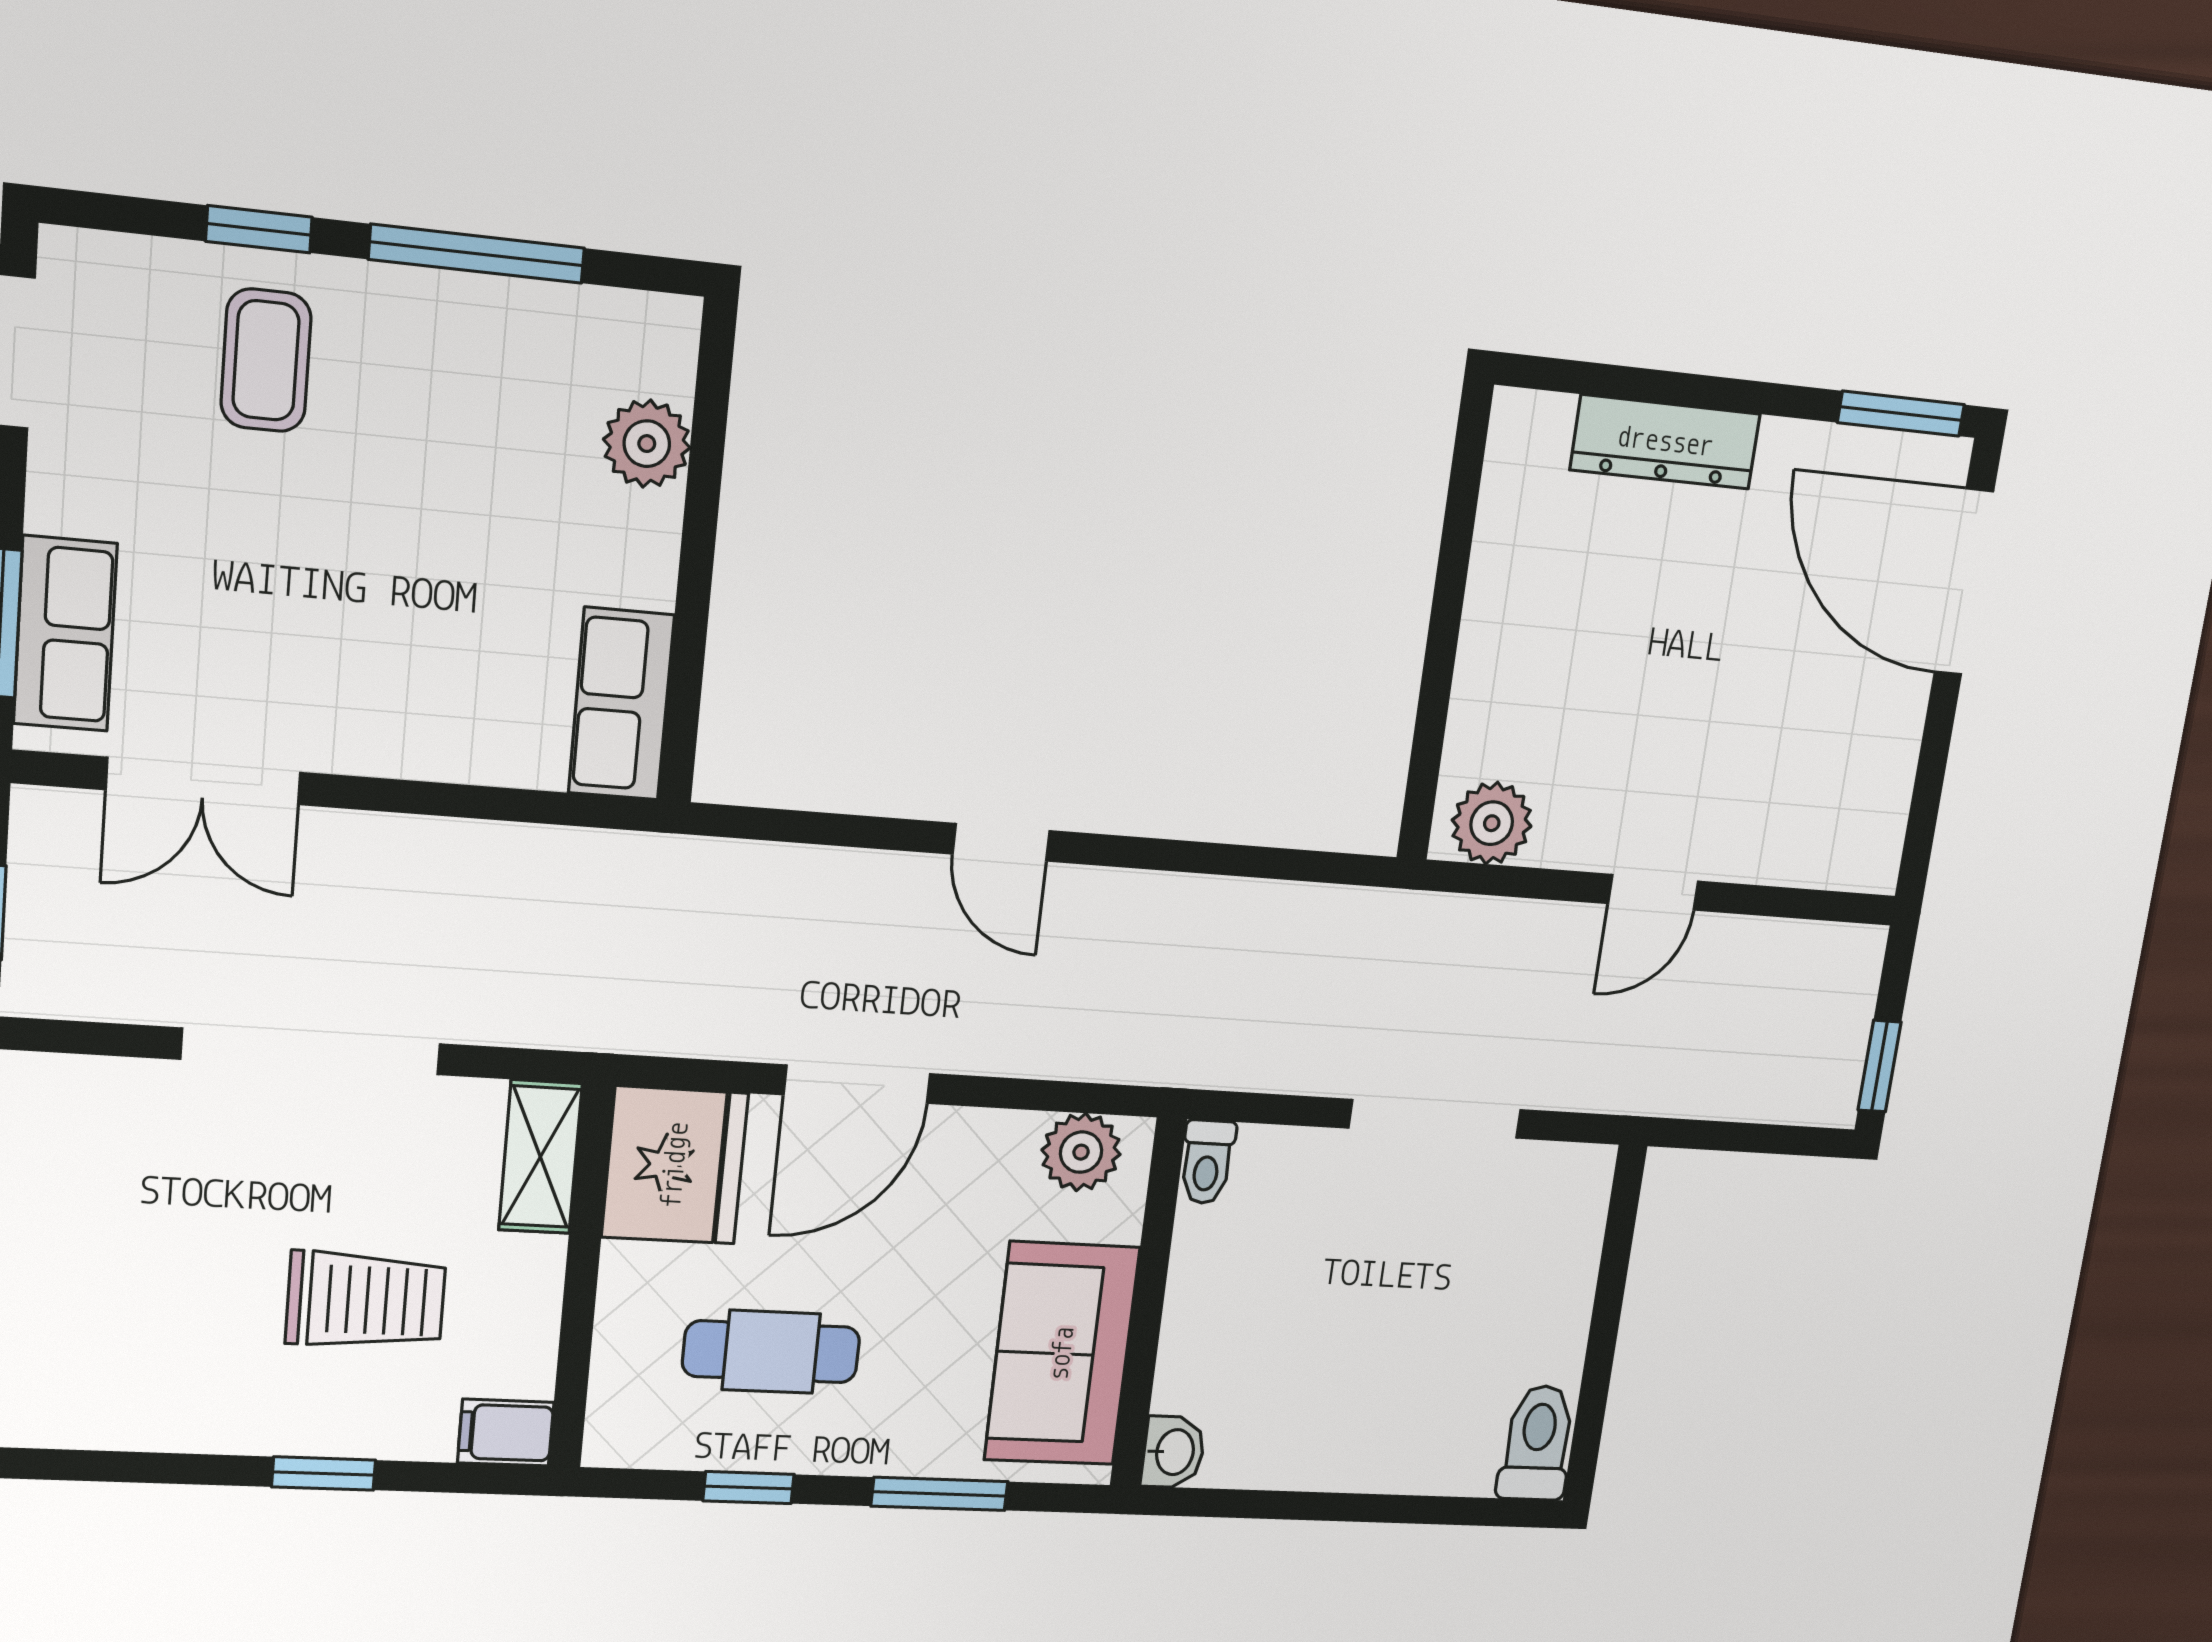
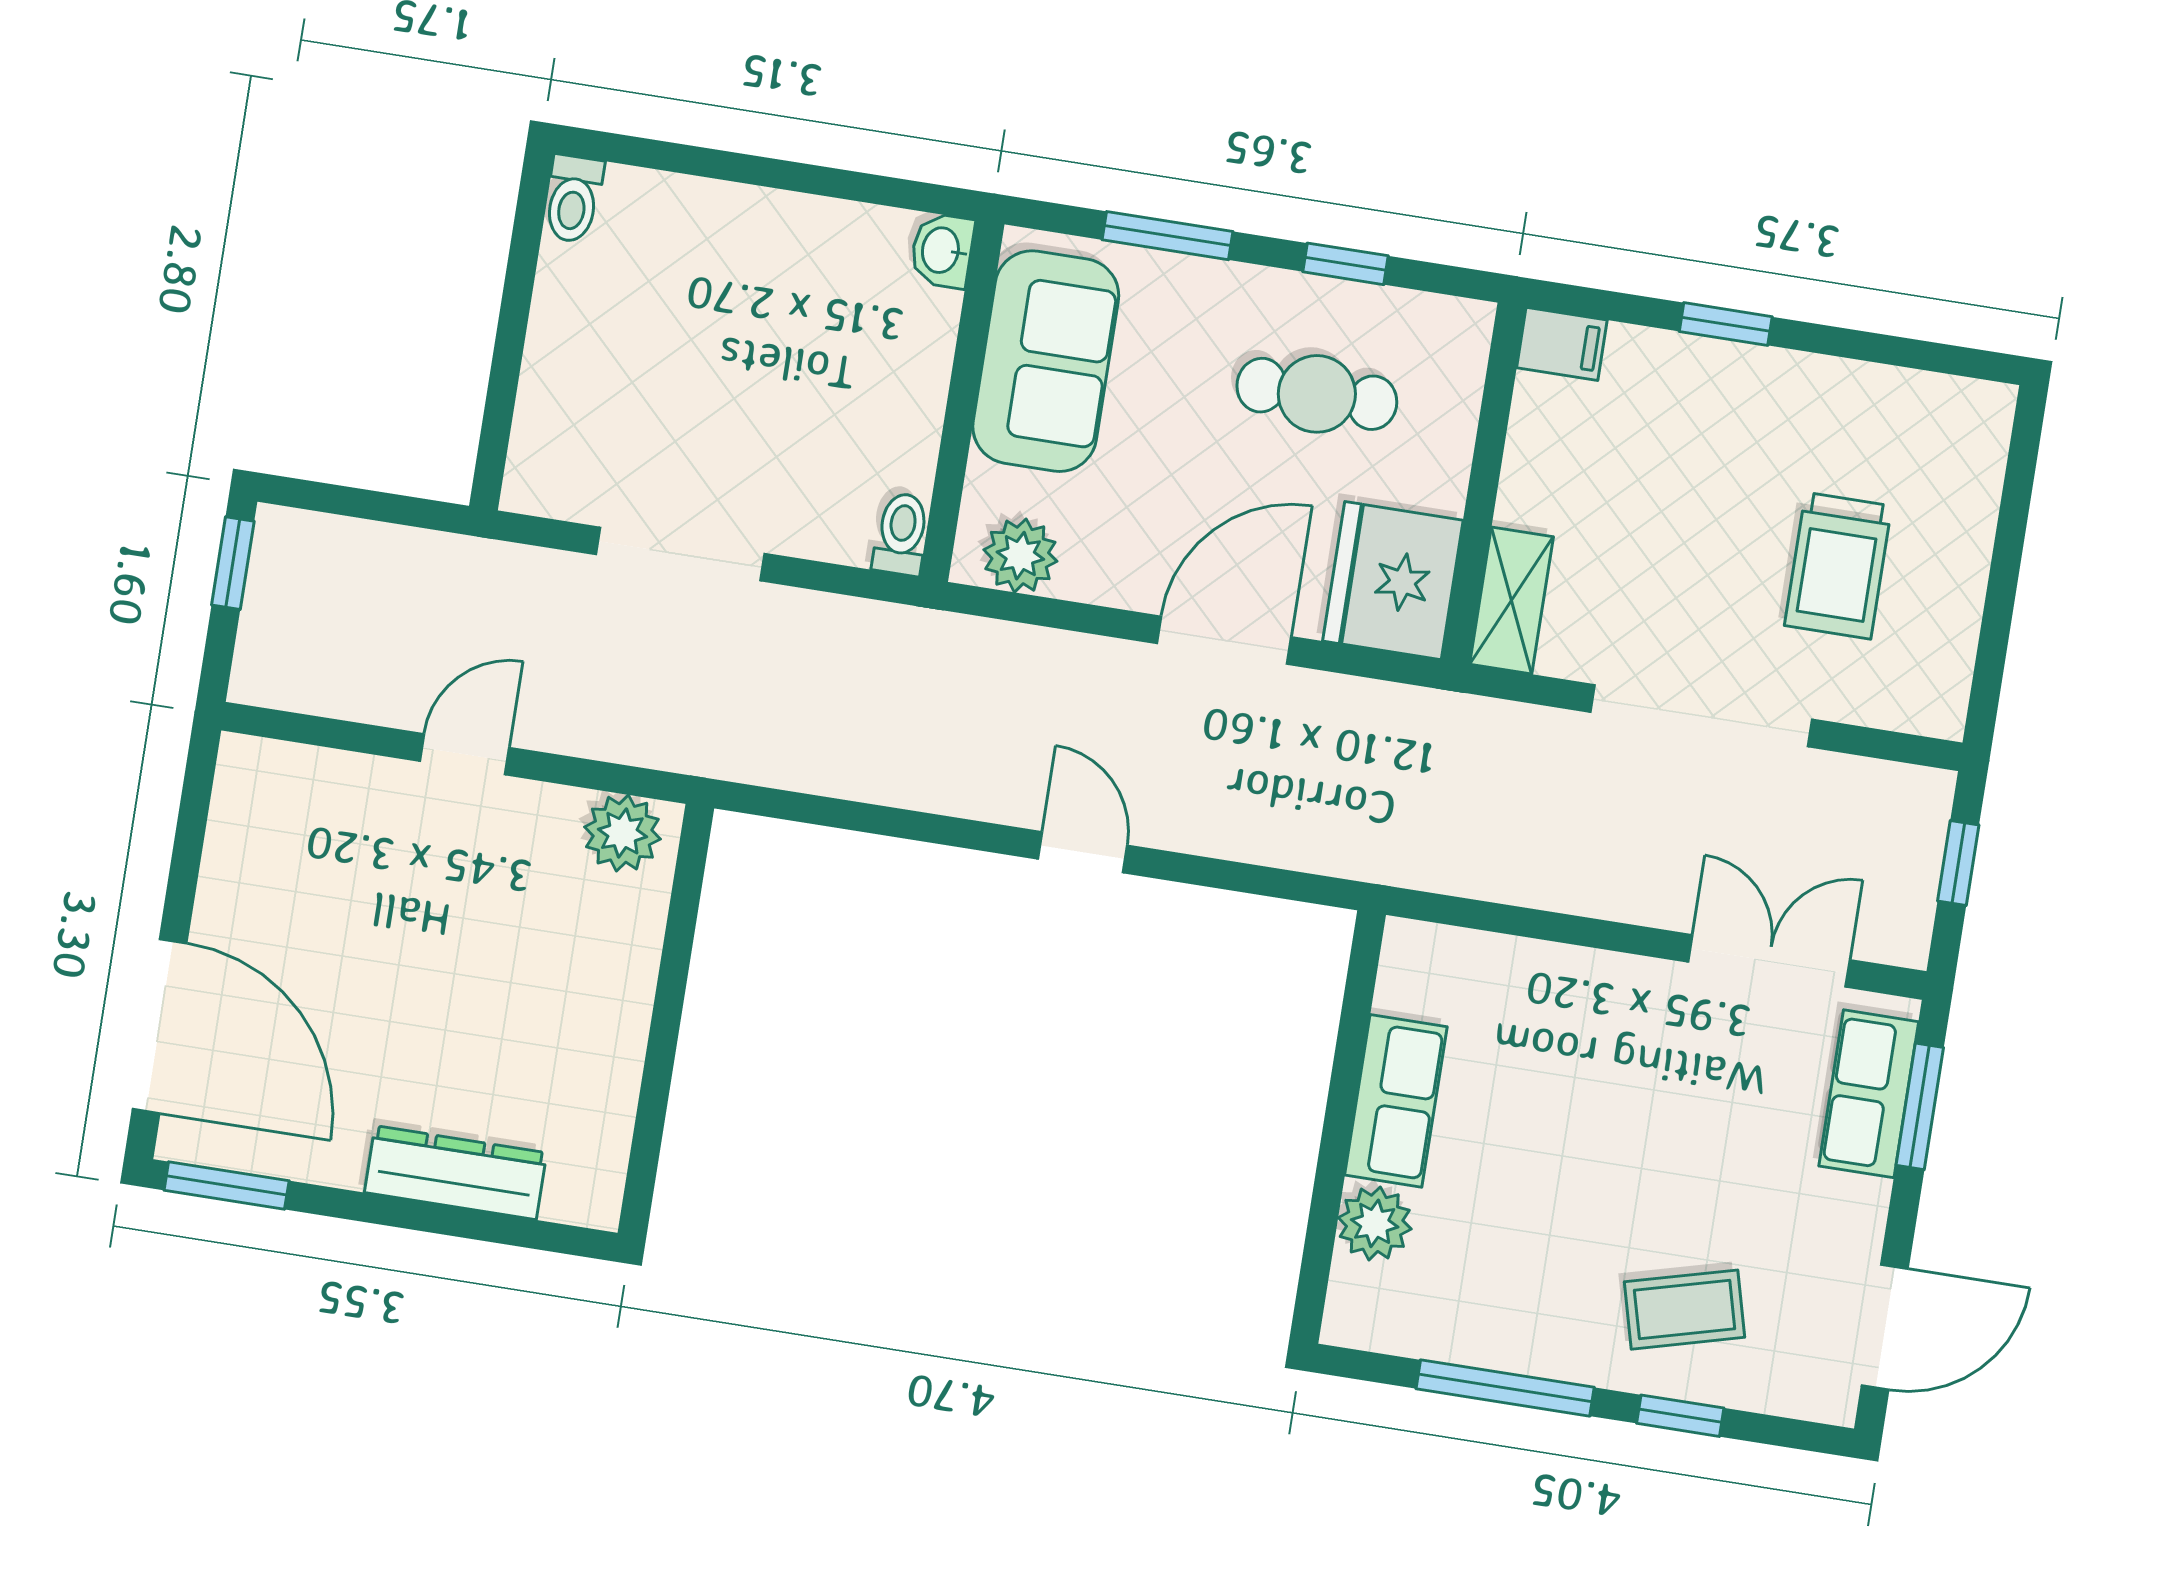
coffee table: (266, 360) -> (1685, 1310), turned 75
row of seats: (621, 704) -> (1396, 1101), moved
trolley: (366, 1300) -> (1838, 566), moved, turned -90
toilet: (1537, 1443) -> (573, 199), width x0.73, depth x0.72

